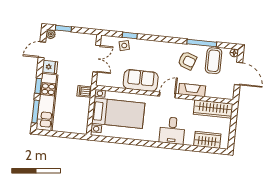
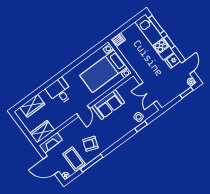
fireplace: (192, 90) -> (51, 143), moved
dishwasher: (84, 91) -> (118, 40), moved
wardrobe: (213, 109) -> (42, 132), width x0.67

